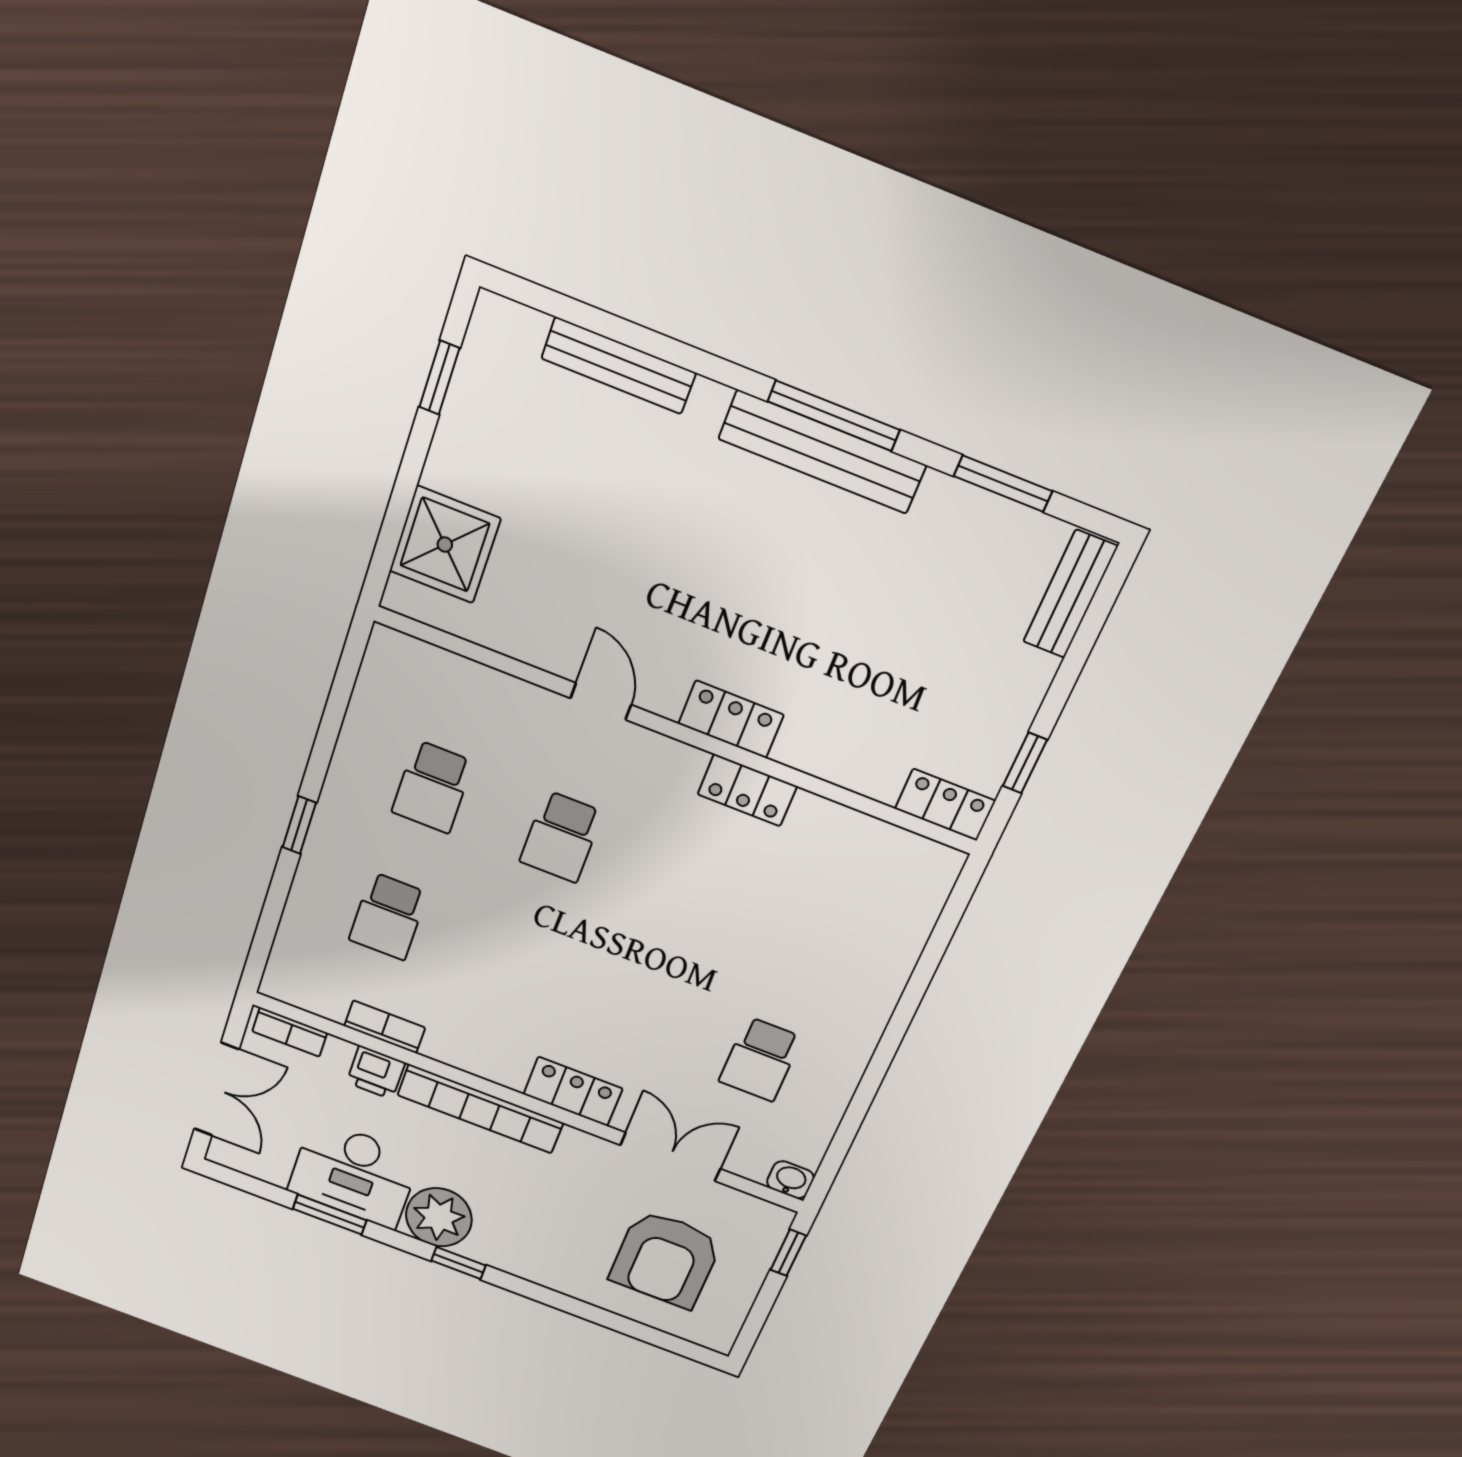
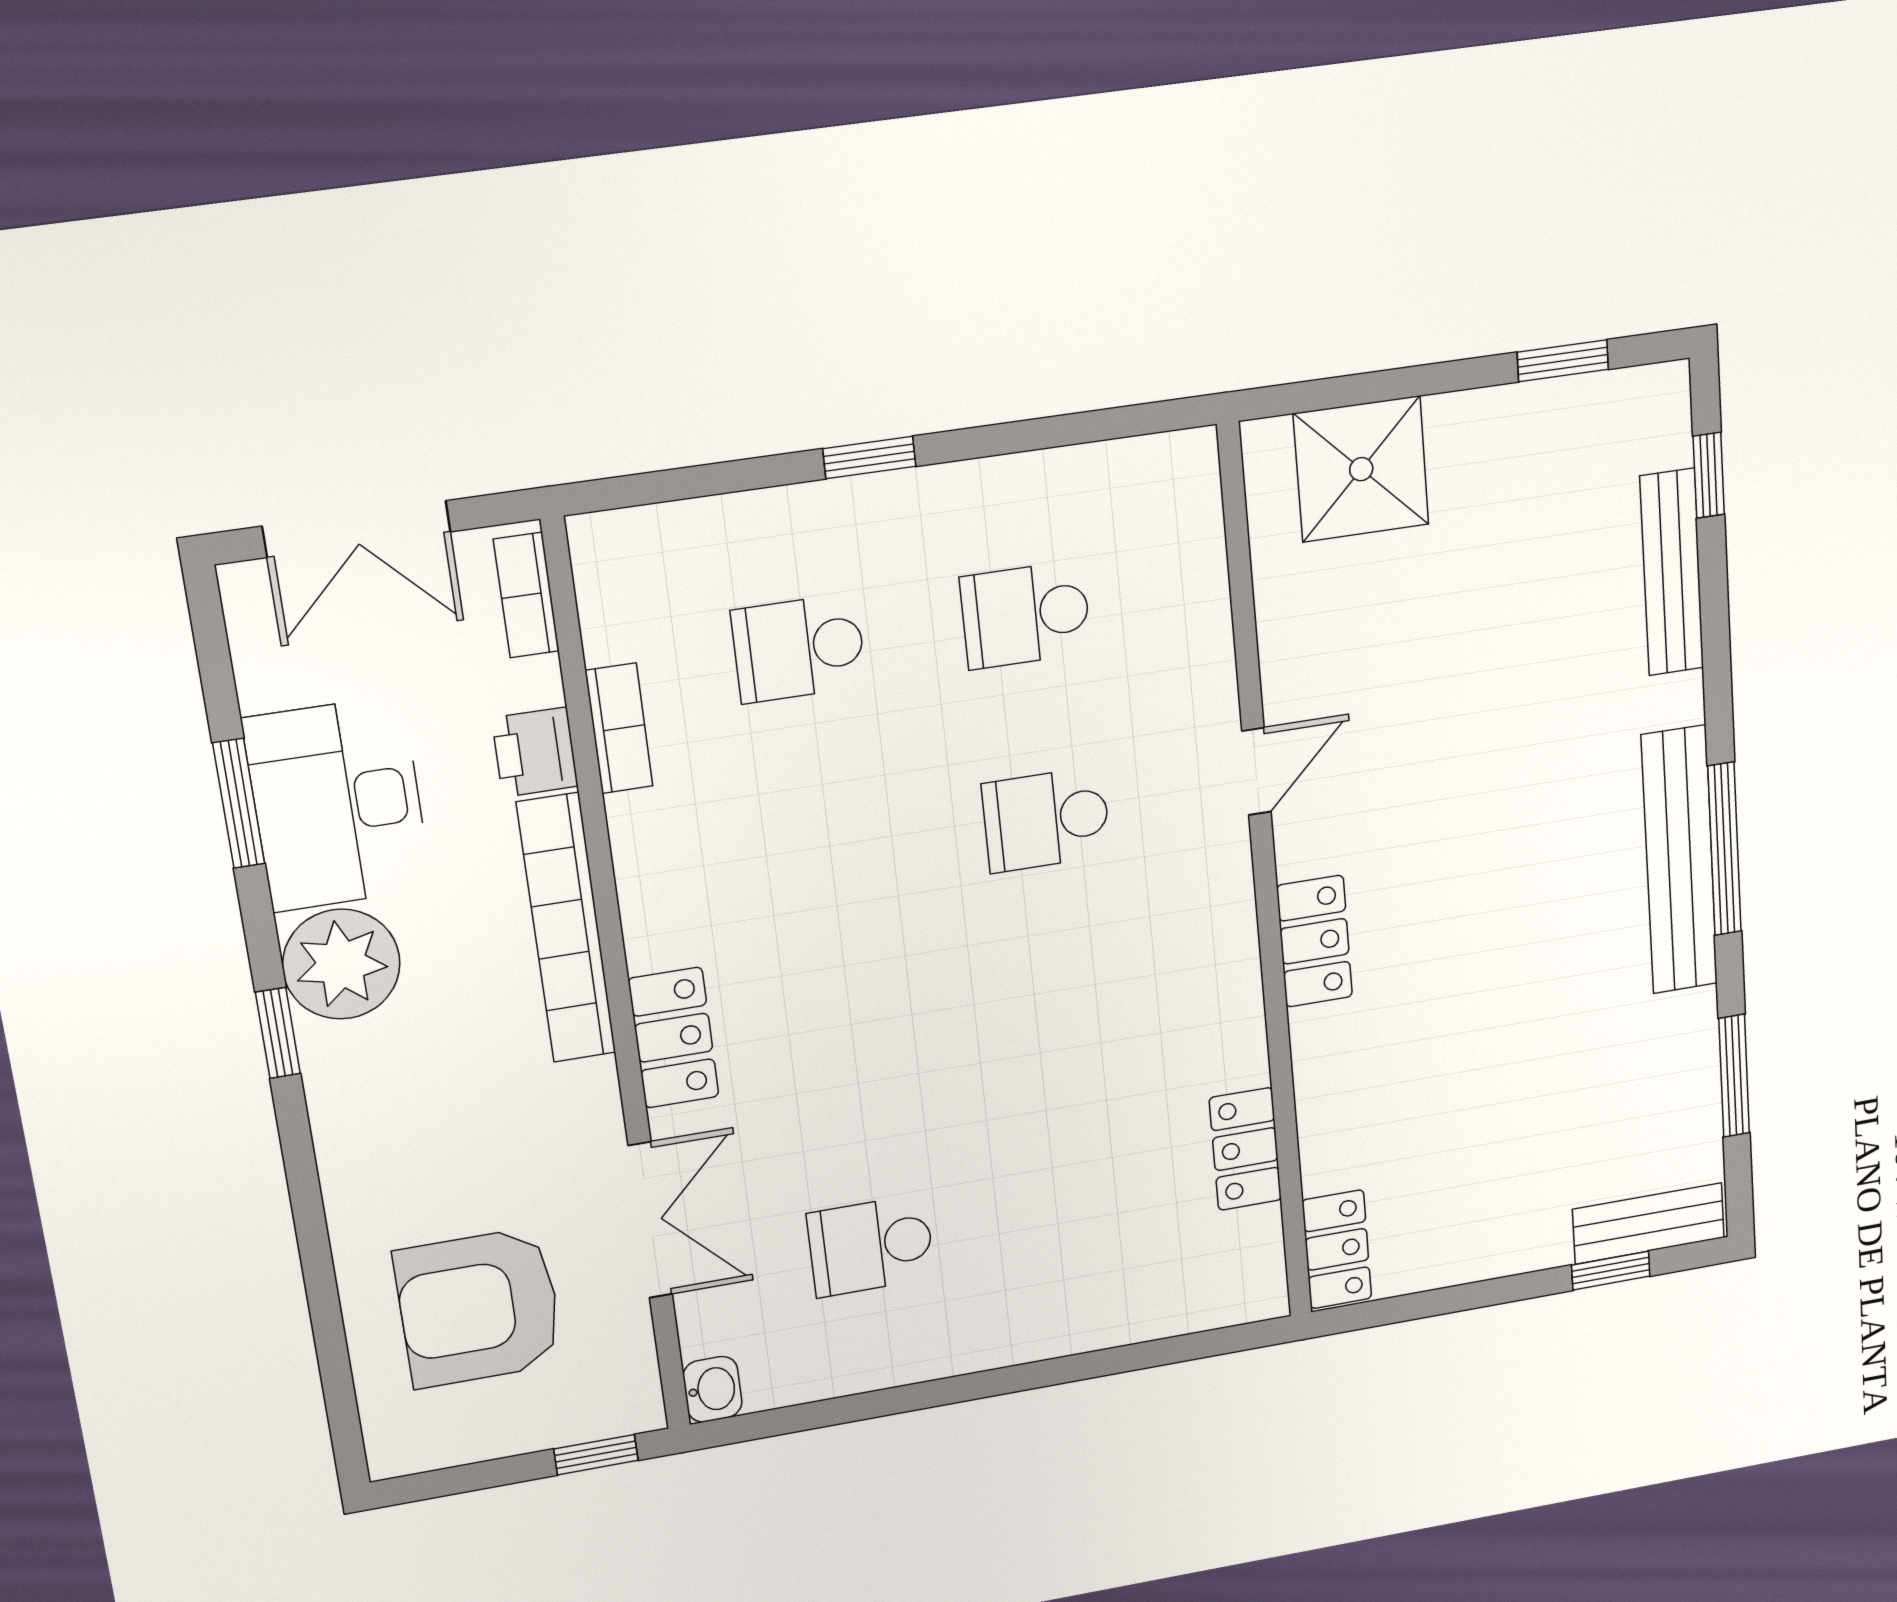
window: (566, 308) -> (1709, 475), added
window: (1025, 763) -> (1611, 1271), moved
locker: (747, 790) -> (1245, 1149), moved

